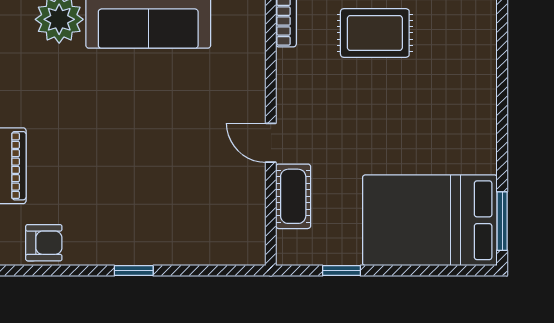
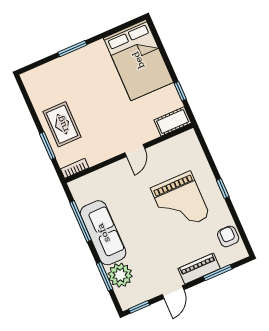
grand piano: (142, 184) -> (180, 202), added
cot: (293, 196) -> (173, 121), moved
window: (502, 221) -> (72, 49), moved

